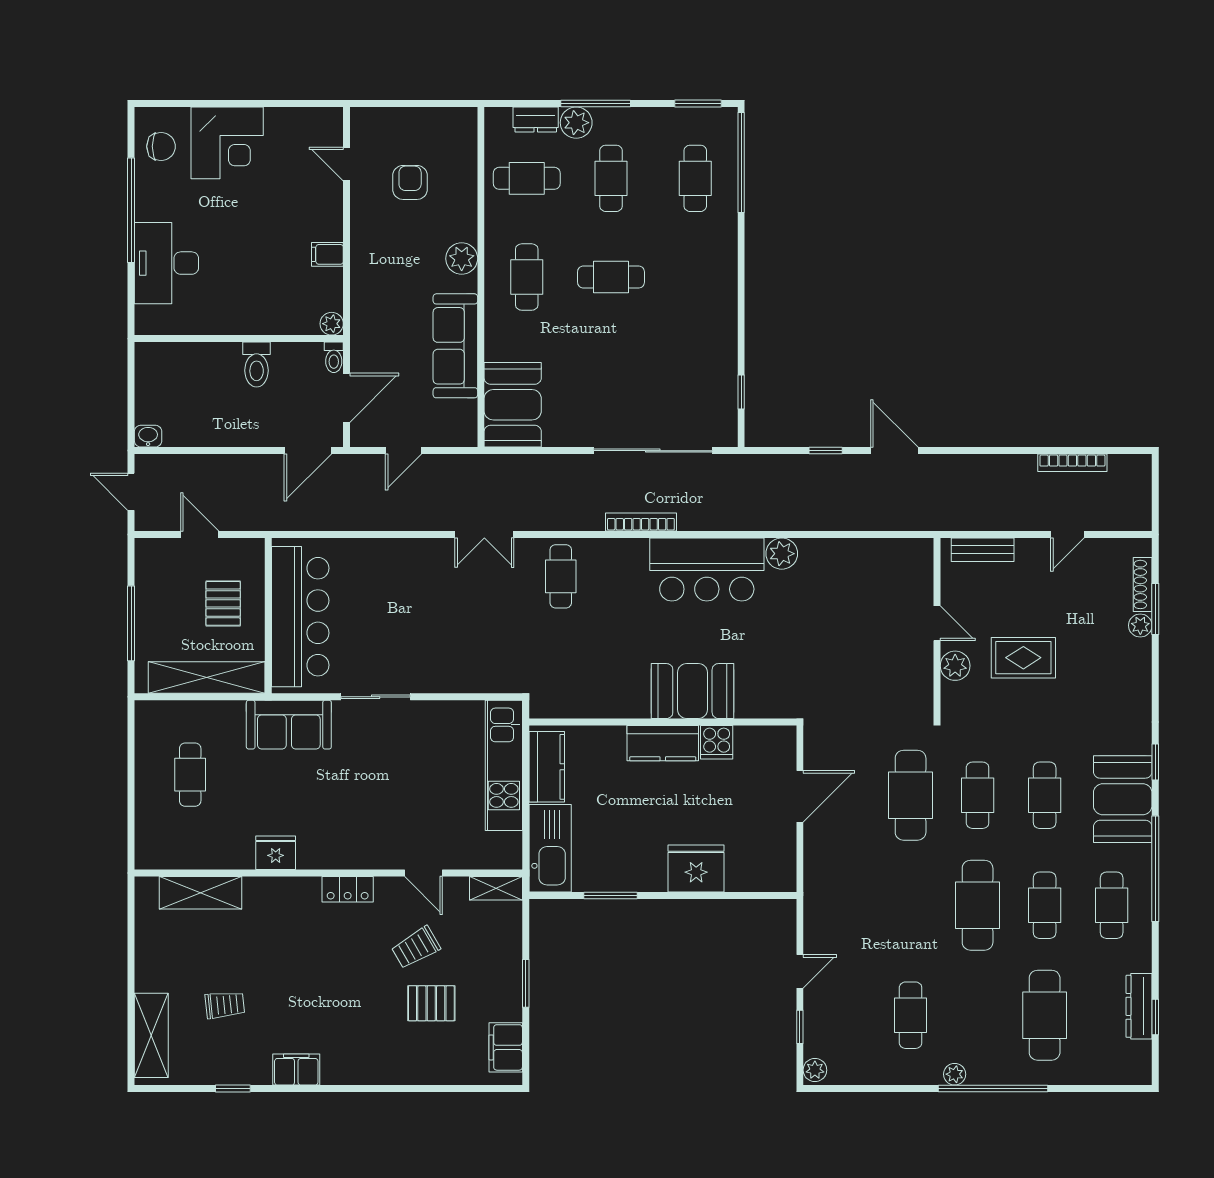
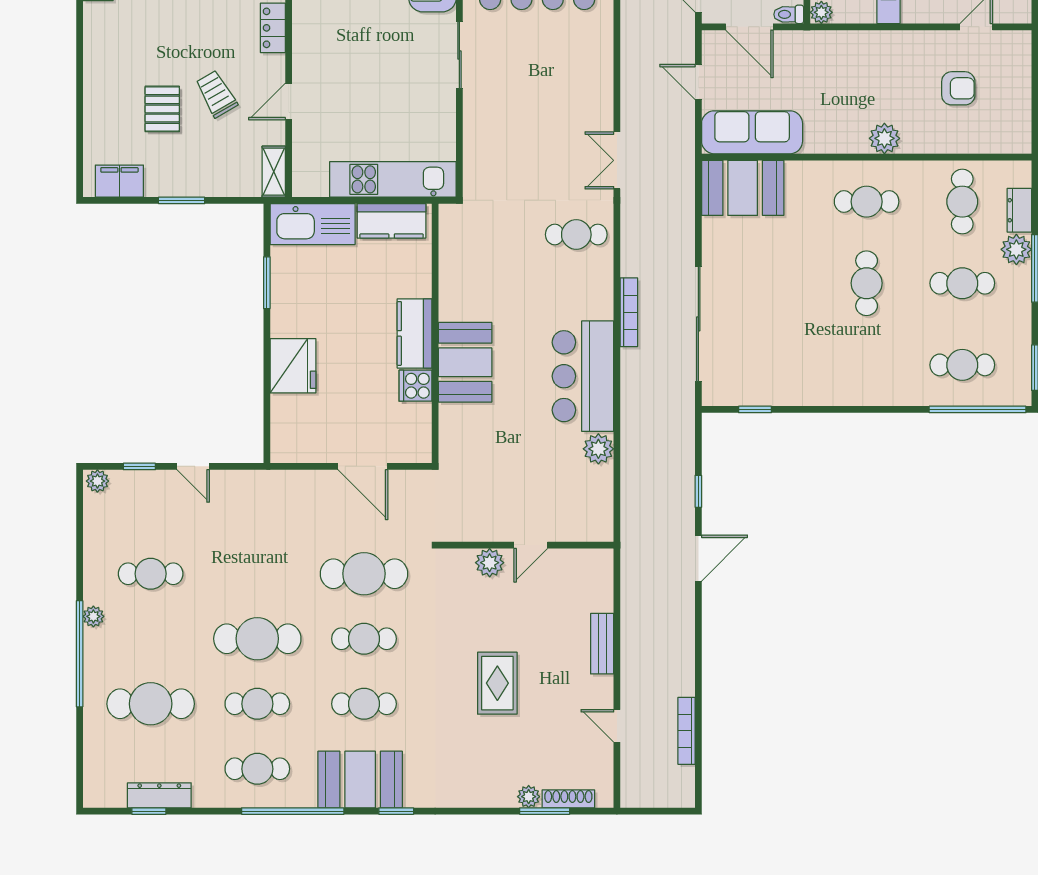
sofa: (455, 346) -> (752, 132), moved
door: (937, 623) -> (531, 545), moved
wall: (937, 628) -> (526, 545), moved
plant: (955, 666) -> (490, 563), moved

